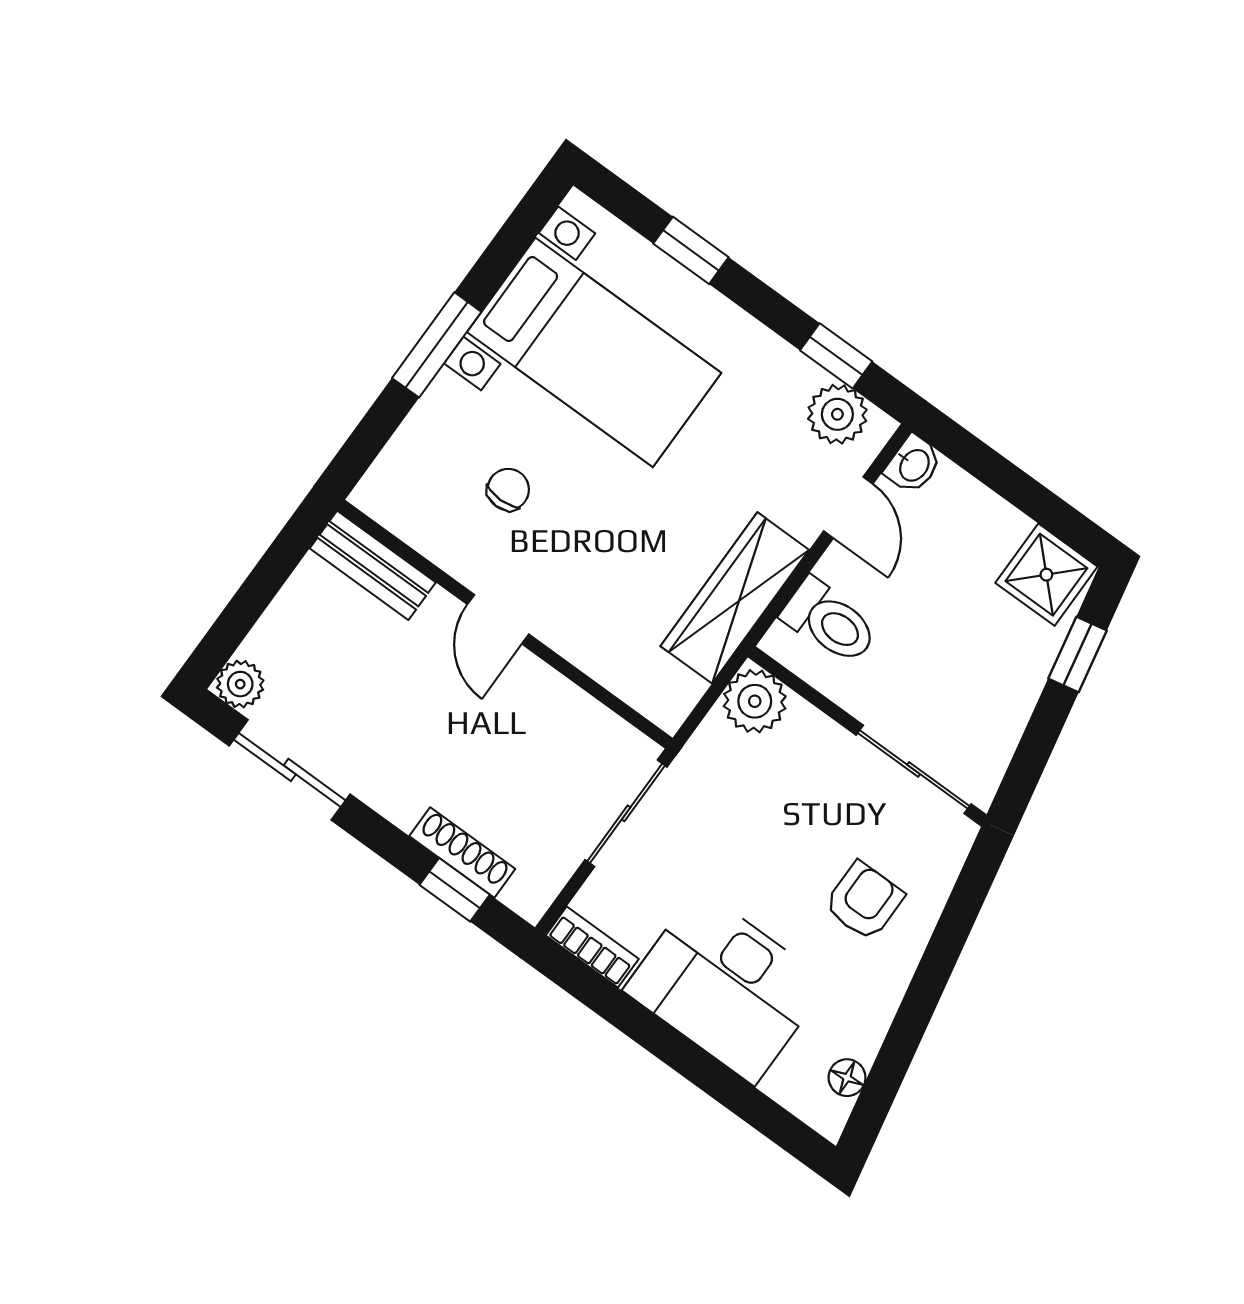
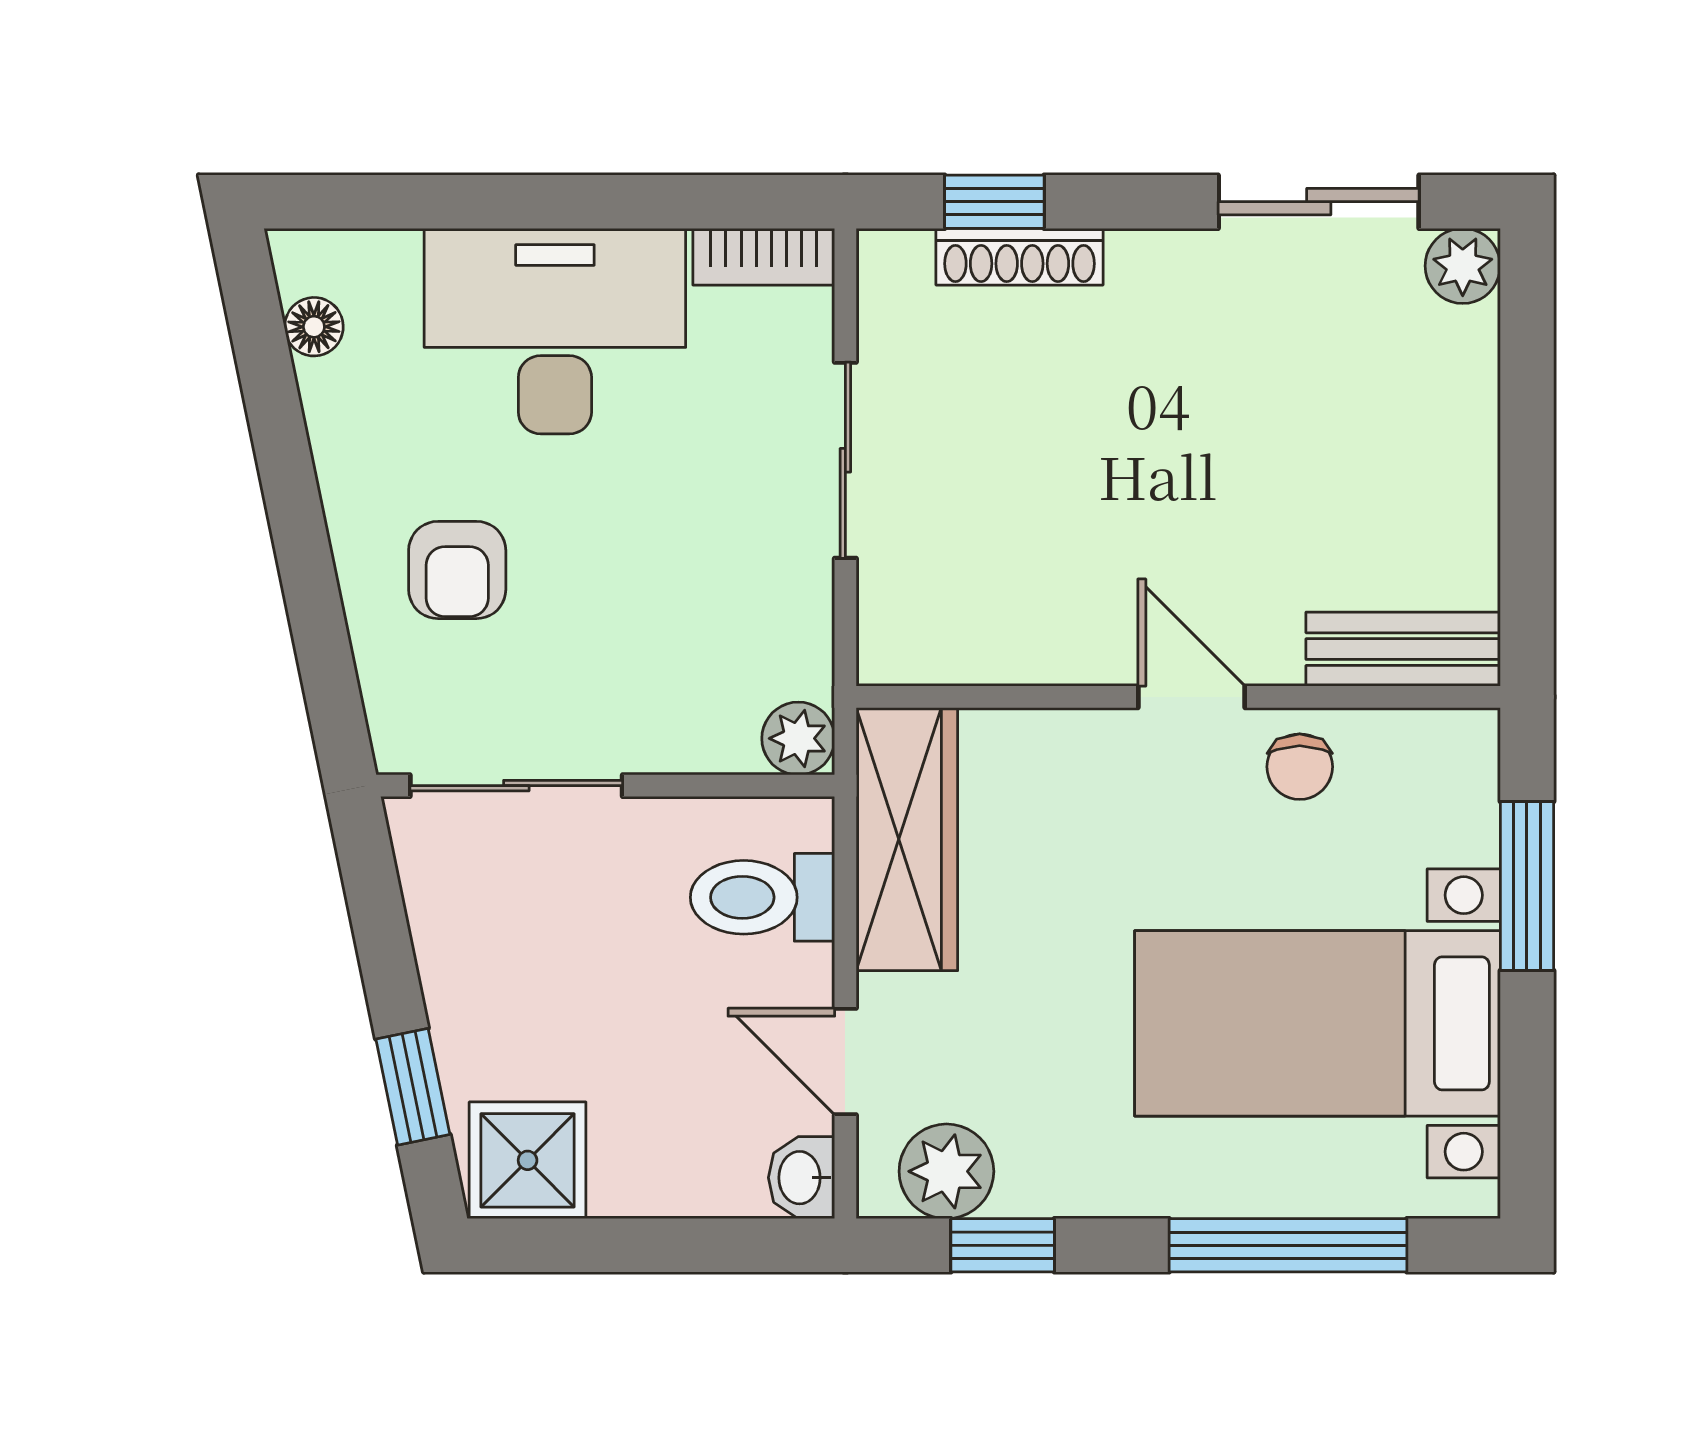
window: (691, 250) -> (1288, 1245), width x2.17
bench: (373, 565) -> (1403, 649), moved
door: (498, 619) -> (1191, 697), moved
wall: (505, 624) -> (1178, 697), moved
plant: (755, 701) -> (798, 738), width x0.73, depth x0.73

